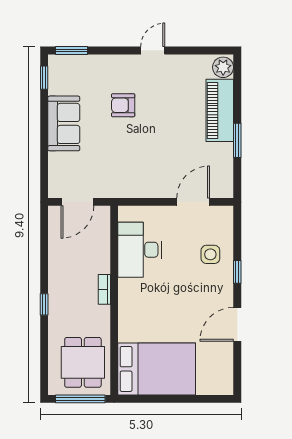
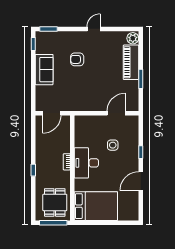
desk: (140, 250) -> (86, 163), moved
side table: (210, 254) -> (113, 145), moved

